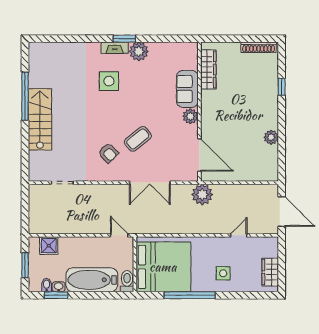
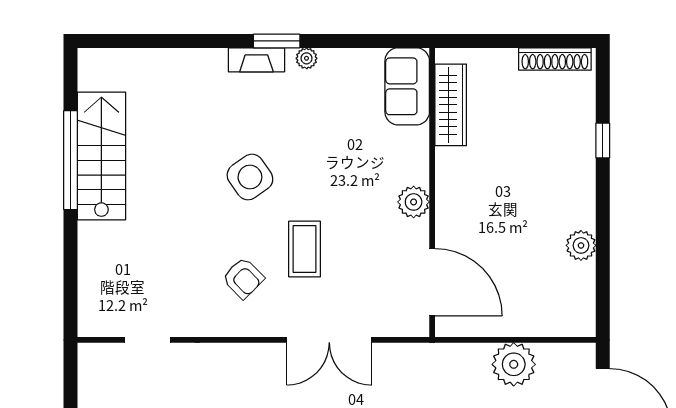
plant: (139, 51) -> (307, 58), width x0.53, depth x0.53
side table: (109, 81) -> (250, 177), moved, turned -35
sofa: (187, 89) -> (407, 86), moved
stairs: (40, 119) -> (101, 156), moved
coffee table: (138, 139) -> (305, 249), turned -51
plant: (202, 195) -> (514, 364), moved

